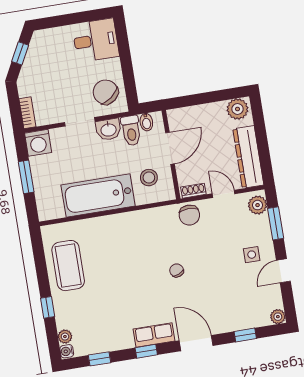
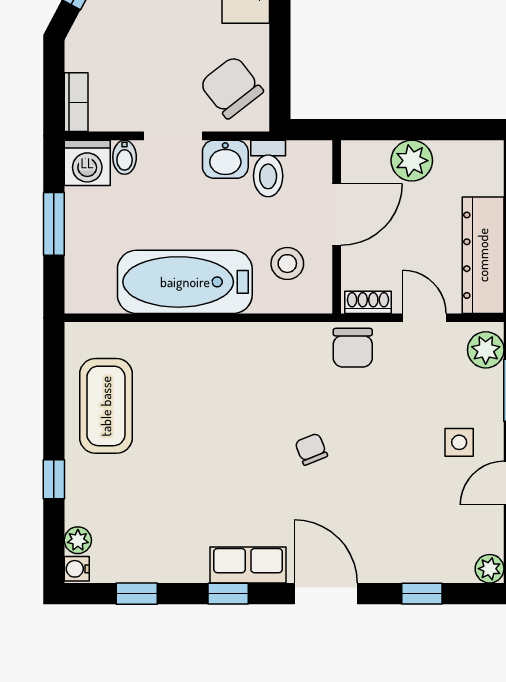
plant: (238, 109) -> (412, 161), moved
bidet: (146, 122) -> (125, 157), moved

